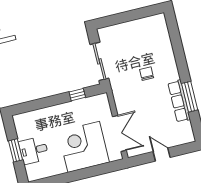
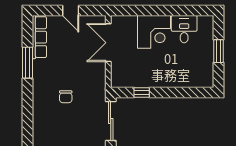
row of seats: (179, 101) -> (39, 37), moved
corner desk: (84, 147) -> (154, 32), width x0.74, depth x0.74
desk: (34, 150) -> (184, 29), moved, turned -90

